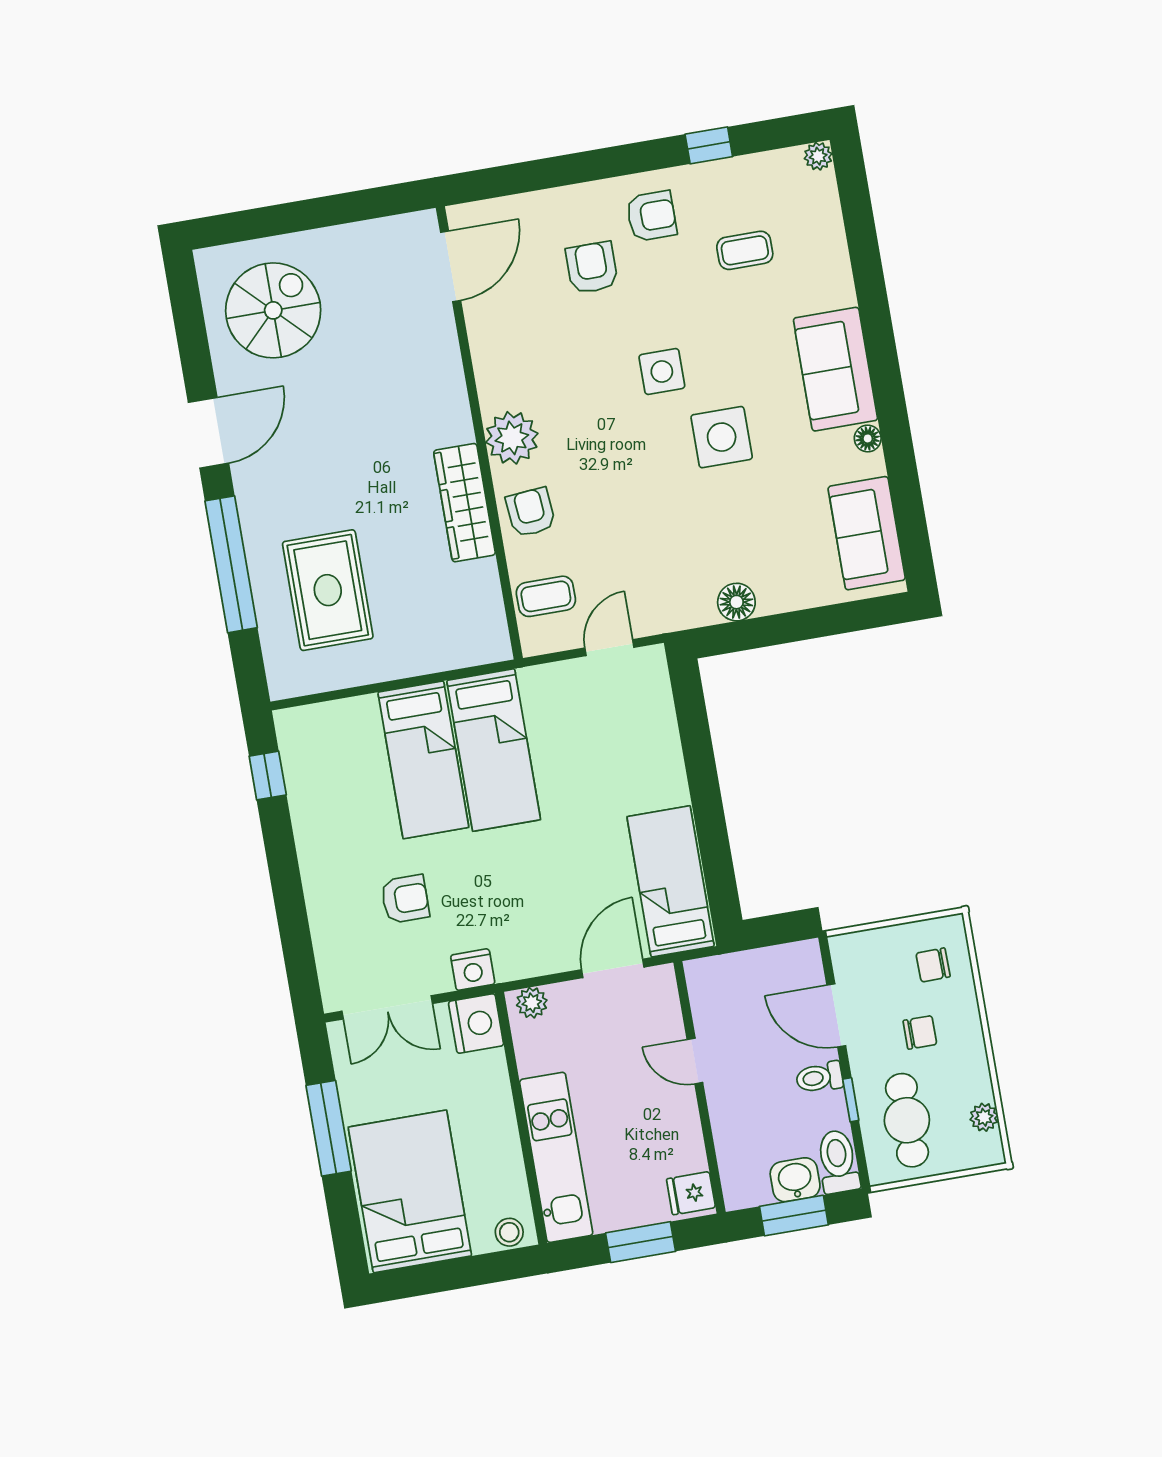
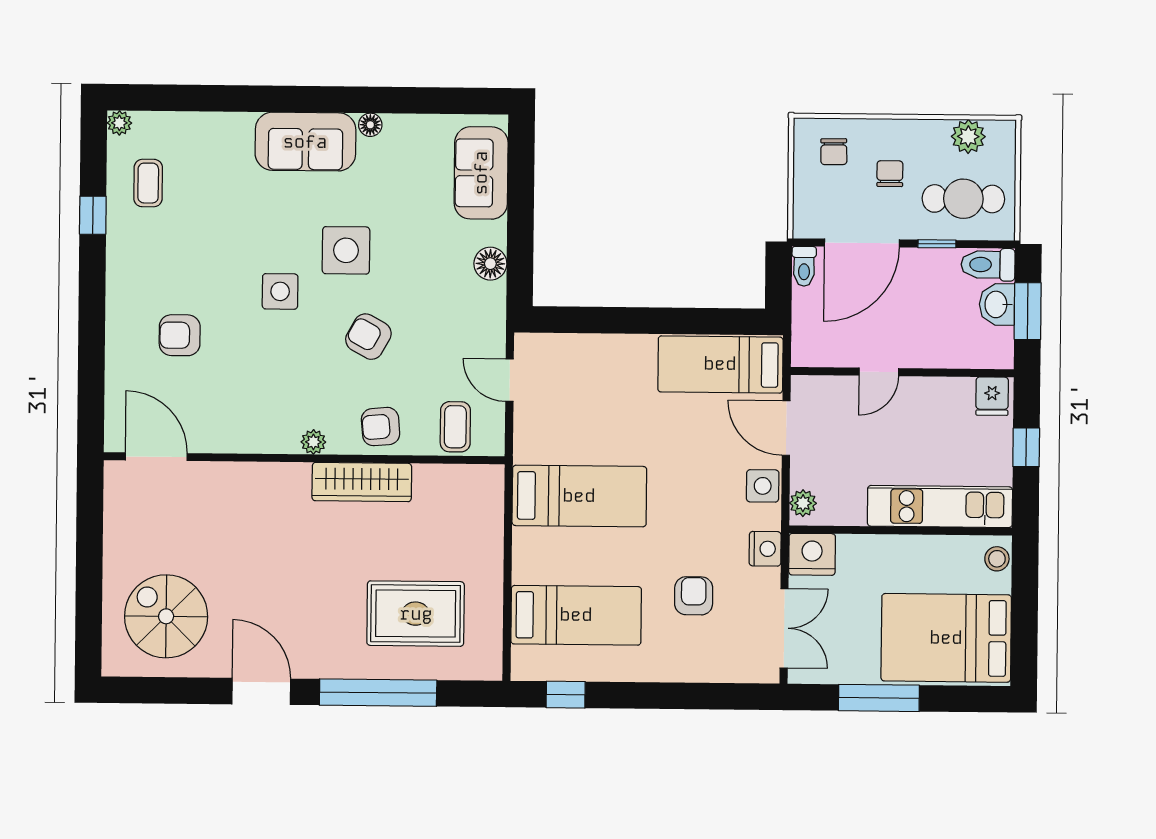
armchair: (651, 216) -> (368, 337), moved, turned -61
coffee table: (745, 250) -> (148, 183), moved
plant: (512, 438) -> (313, 442), width x0.53, depth x0.53
sofa: (867, 533) -> (481, 173), moved, turned 90
bed: (423, 760) -> (576, 615), moved
side table: (543, 954) -> (763, 486), added
door: (836, 1015) -> (862, 243), width x1.36
toilet: (819, 1077) -> (804, 266), moved
plant: (984, 1117) -> (968, 137), width x1.38, depth x1.38
window: (641, 1242) -> (1026, 447), width x0.67

